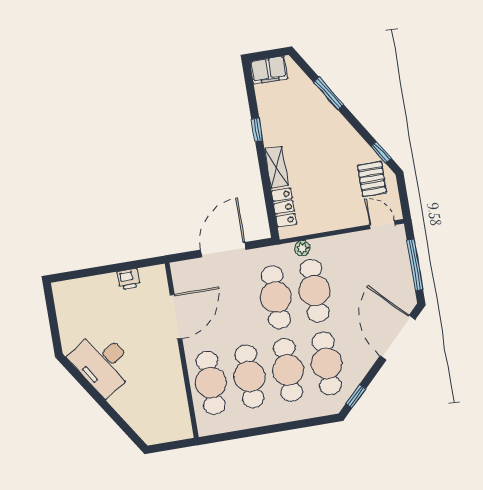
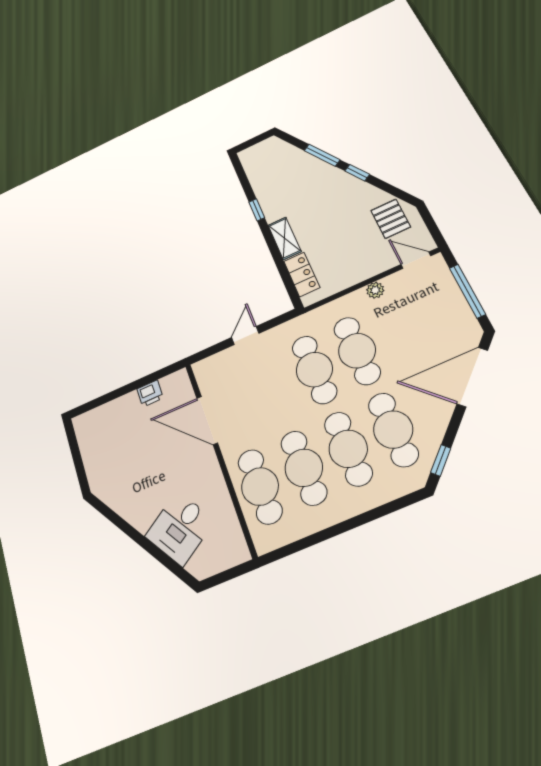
filing cabinet: (269, 70) -> (257, 154), removed
window: (381, 152) -> (357, 173), moved
plant: (302, 248) -> (375, 290), moved
door: (223, 250) -> (245, 335), width x0.53
door: (176, 317) -> (207, 420), swing flipped
door: (398, 338) -> (472, 377), hinge flipped
desk: (103, 363) -> (180, 528), moved, width x0.73

